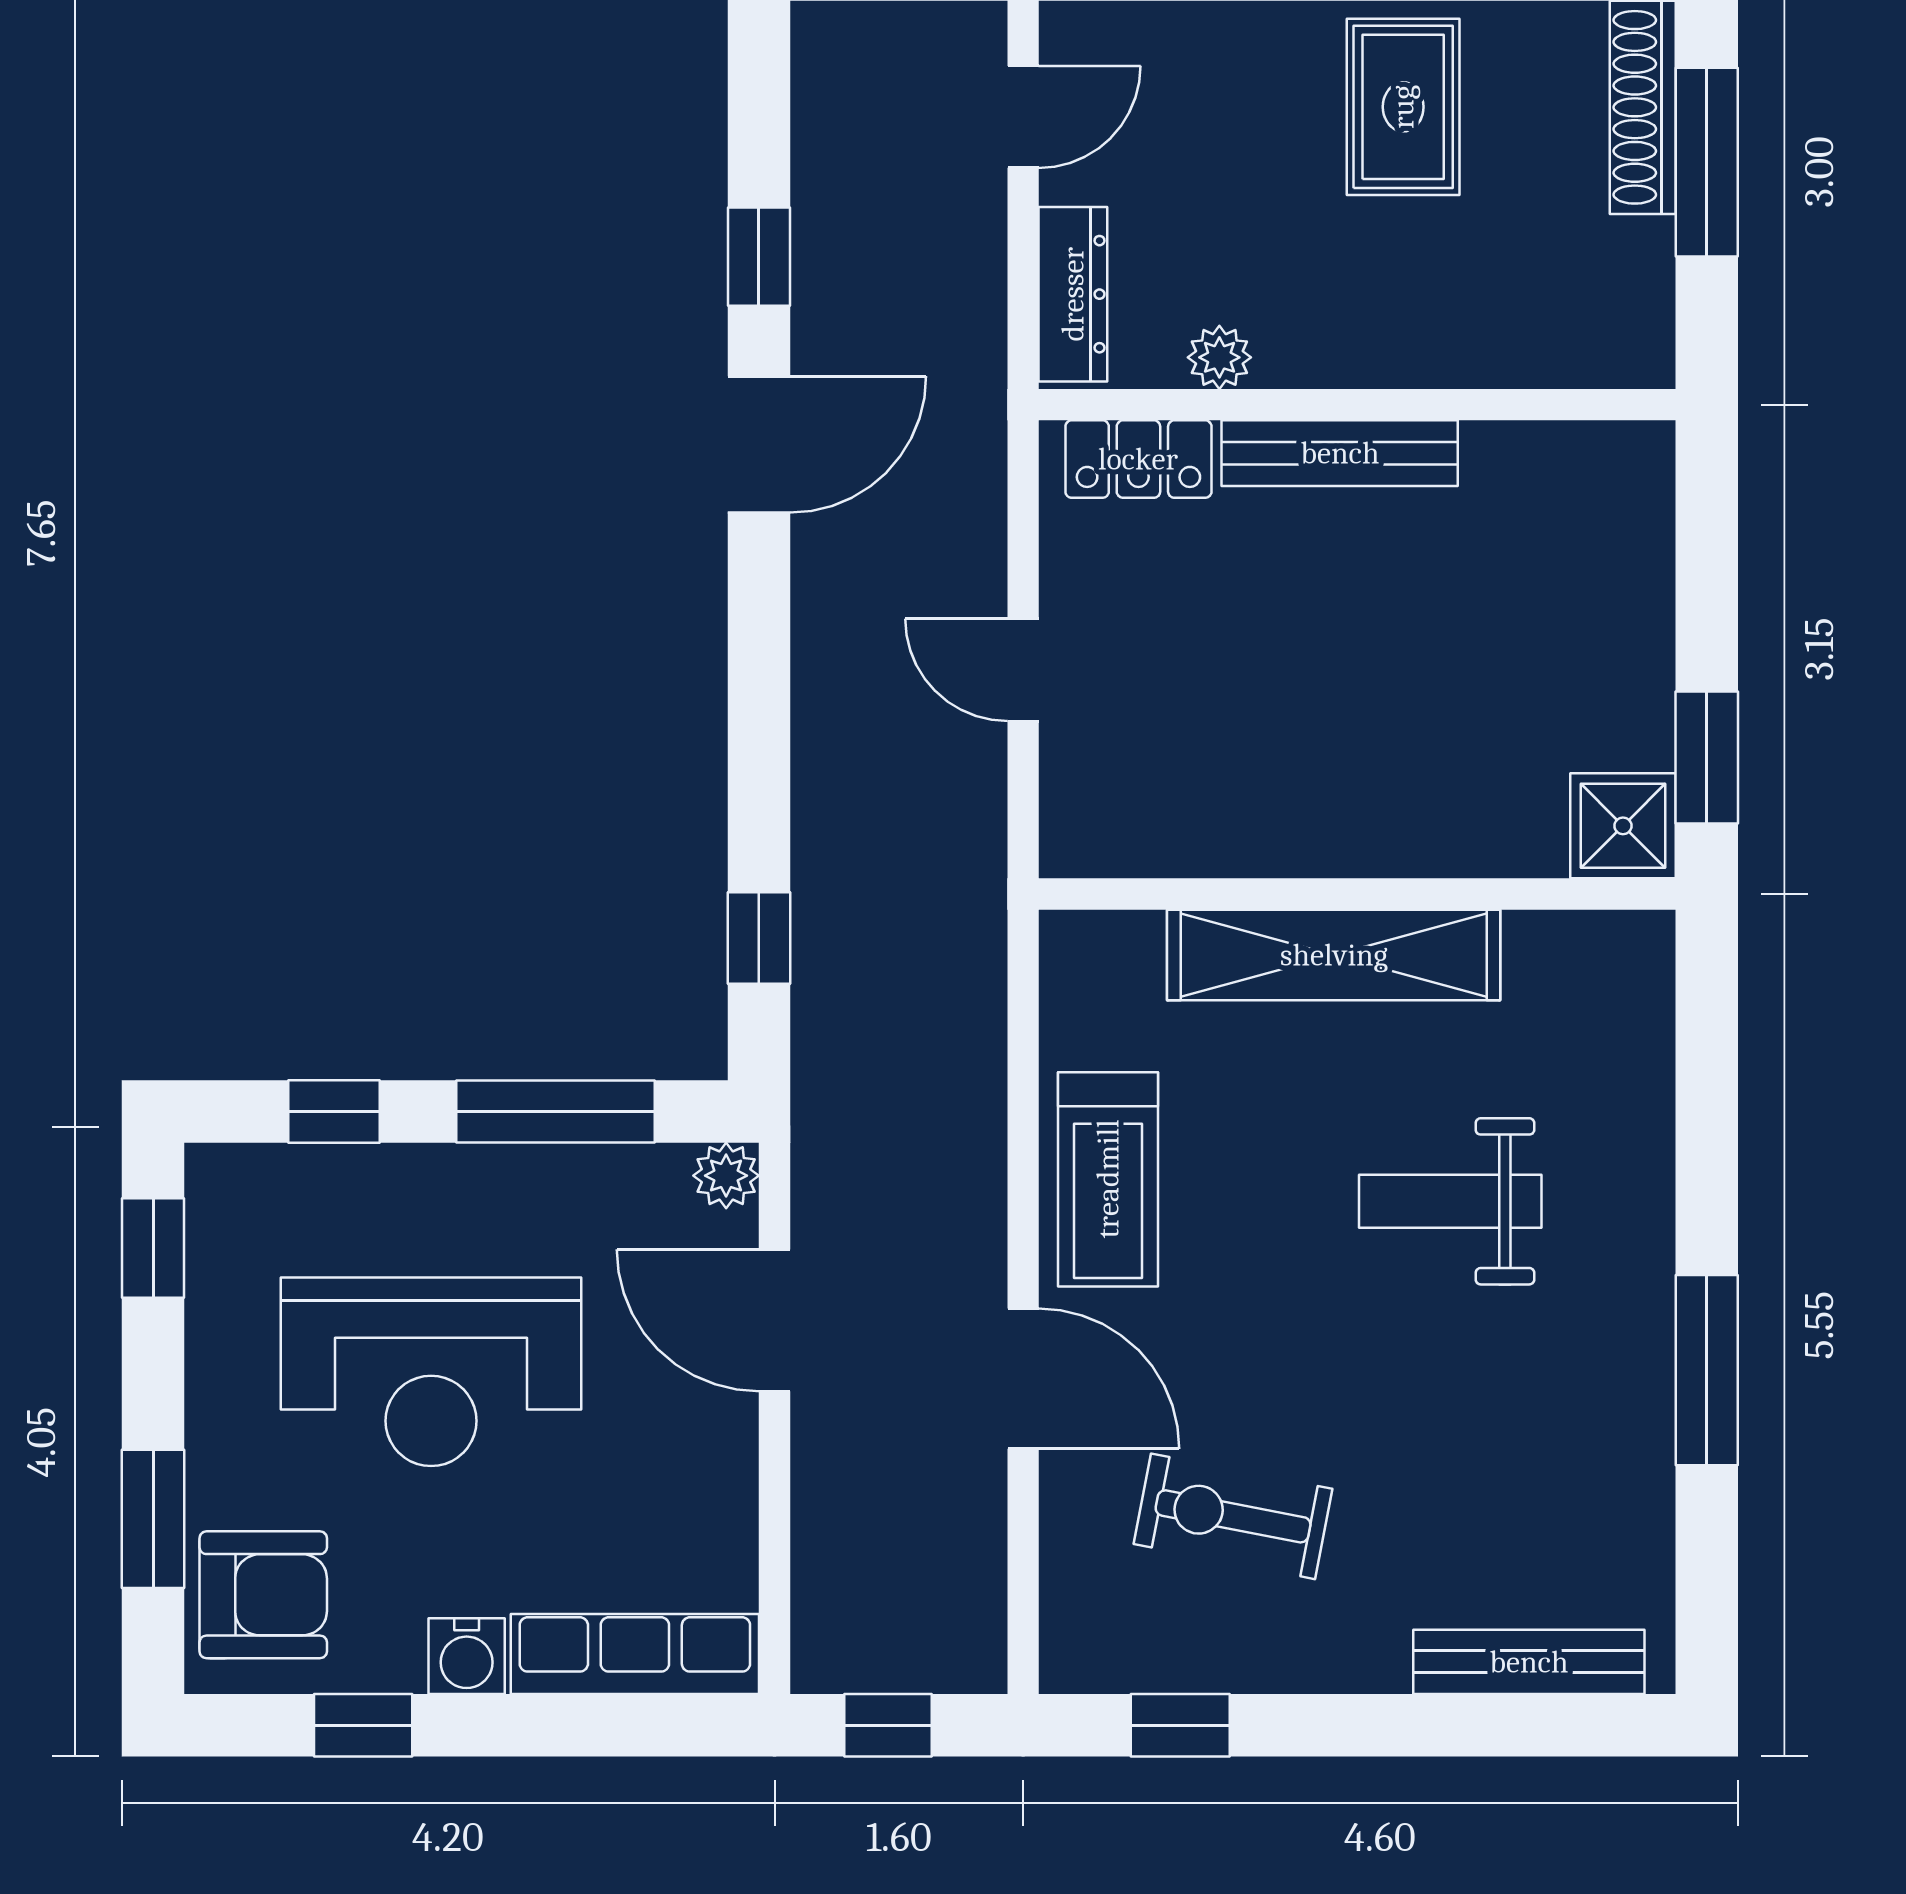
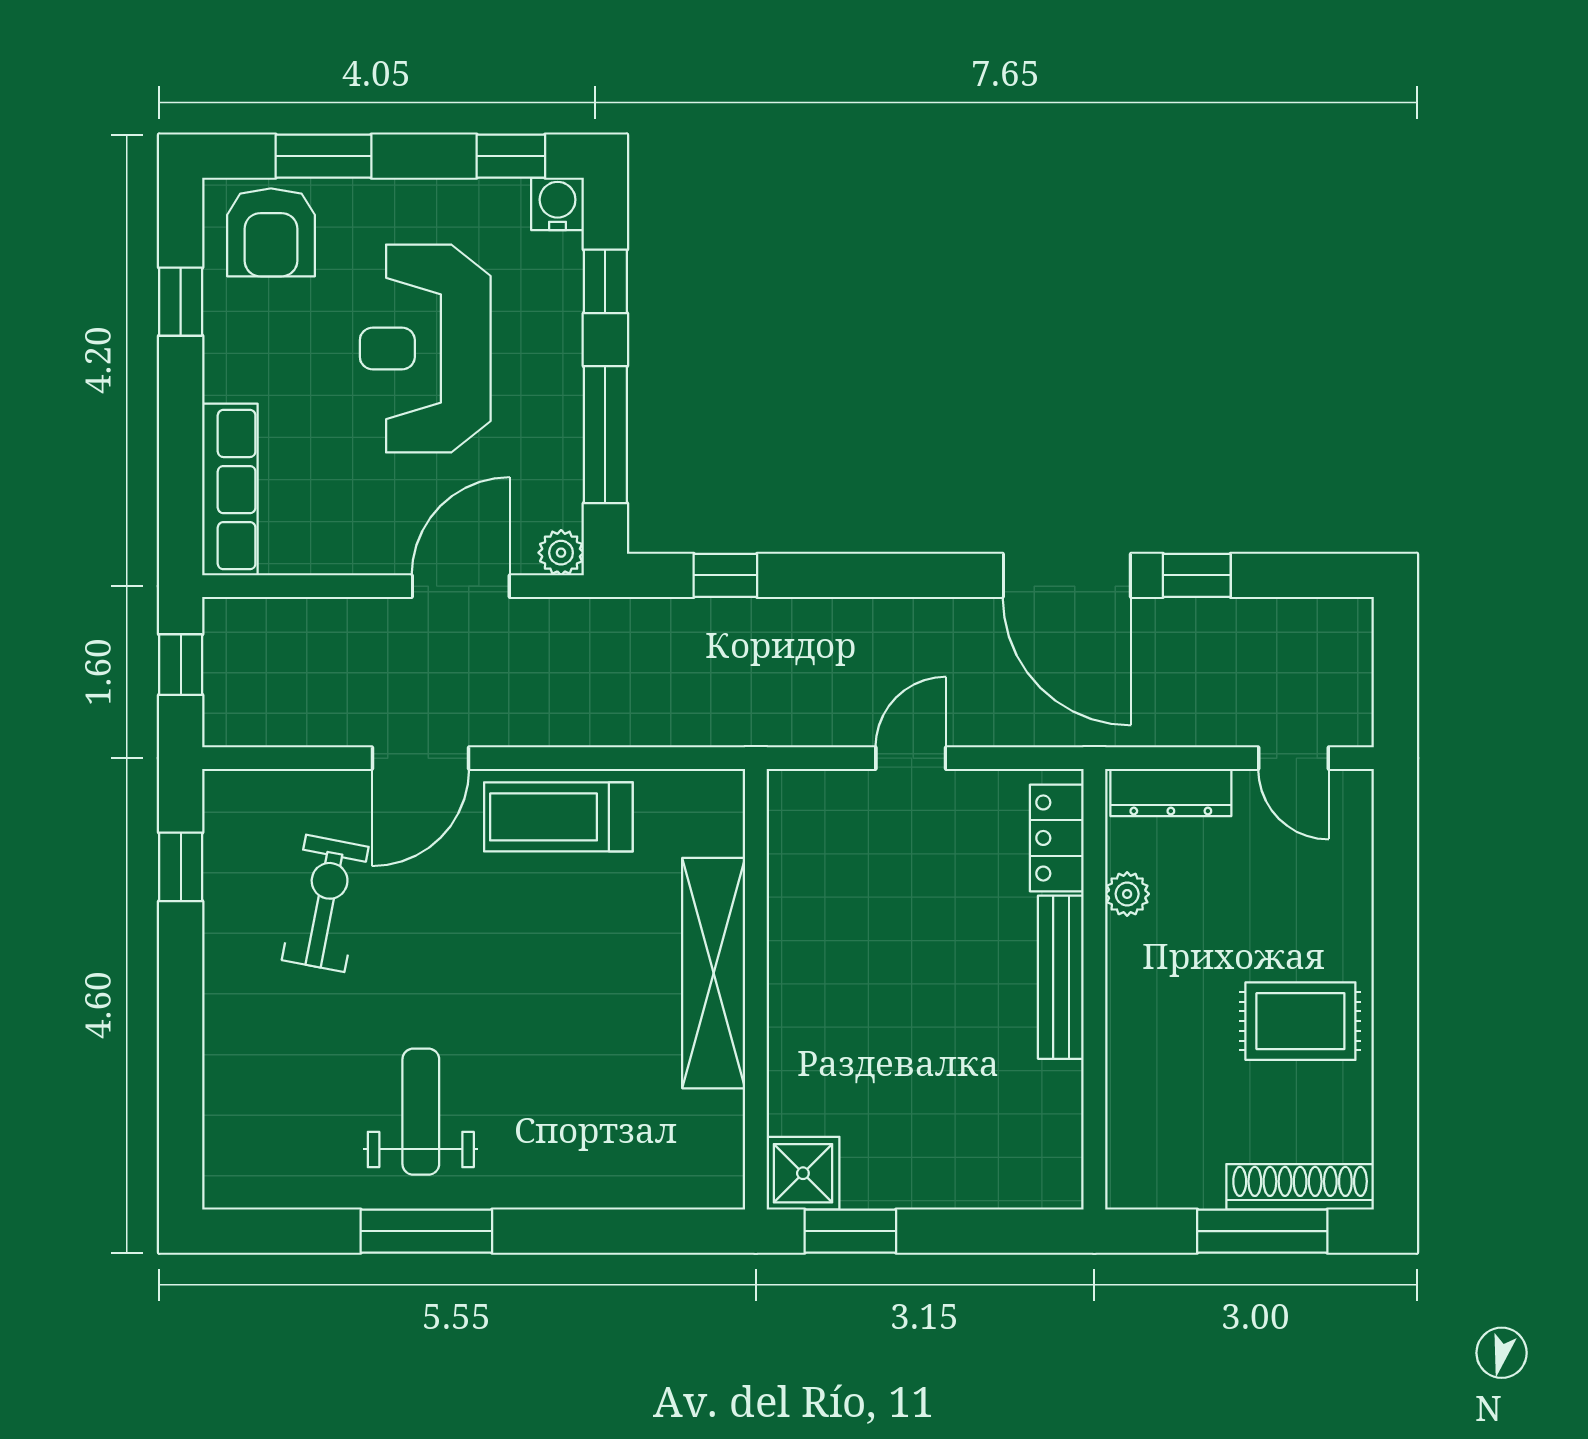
door: (759, 444) -> (1067, 575), width x1.36
weight bench: (1450, 1201) -> (421, 1112), moved
water cooler: (467, 1656) -> (558, 204), moved, turned 90
bench: (1529, 1662) -> (225, 1108), removed

